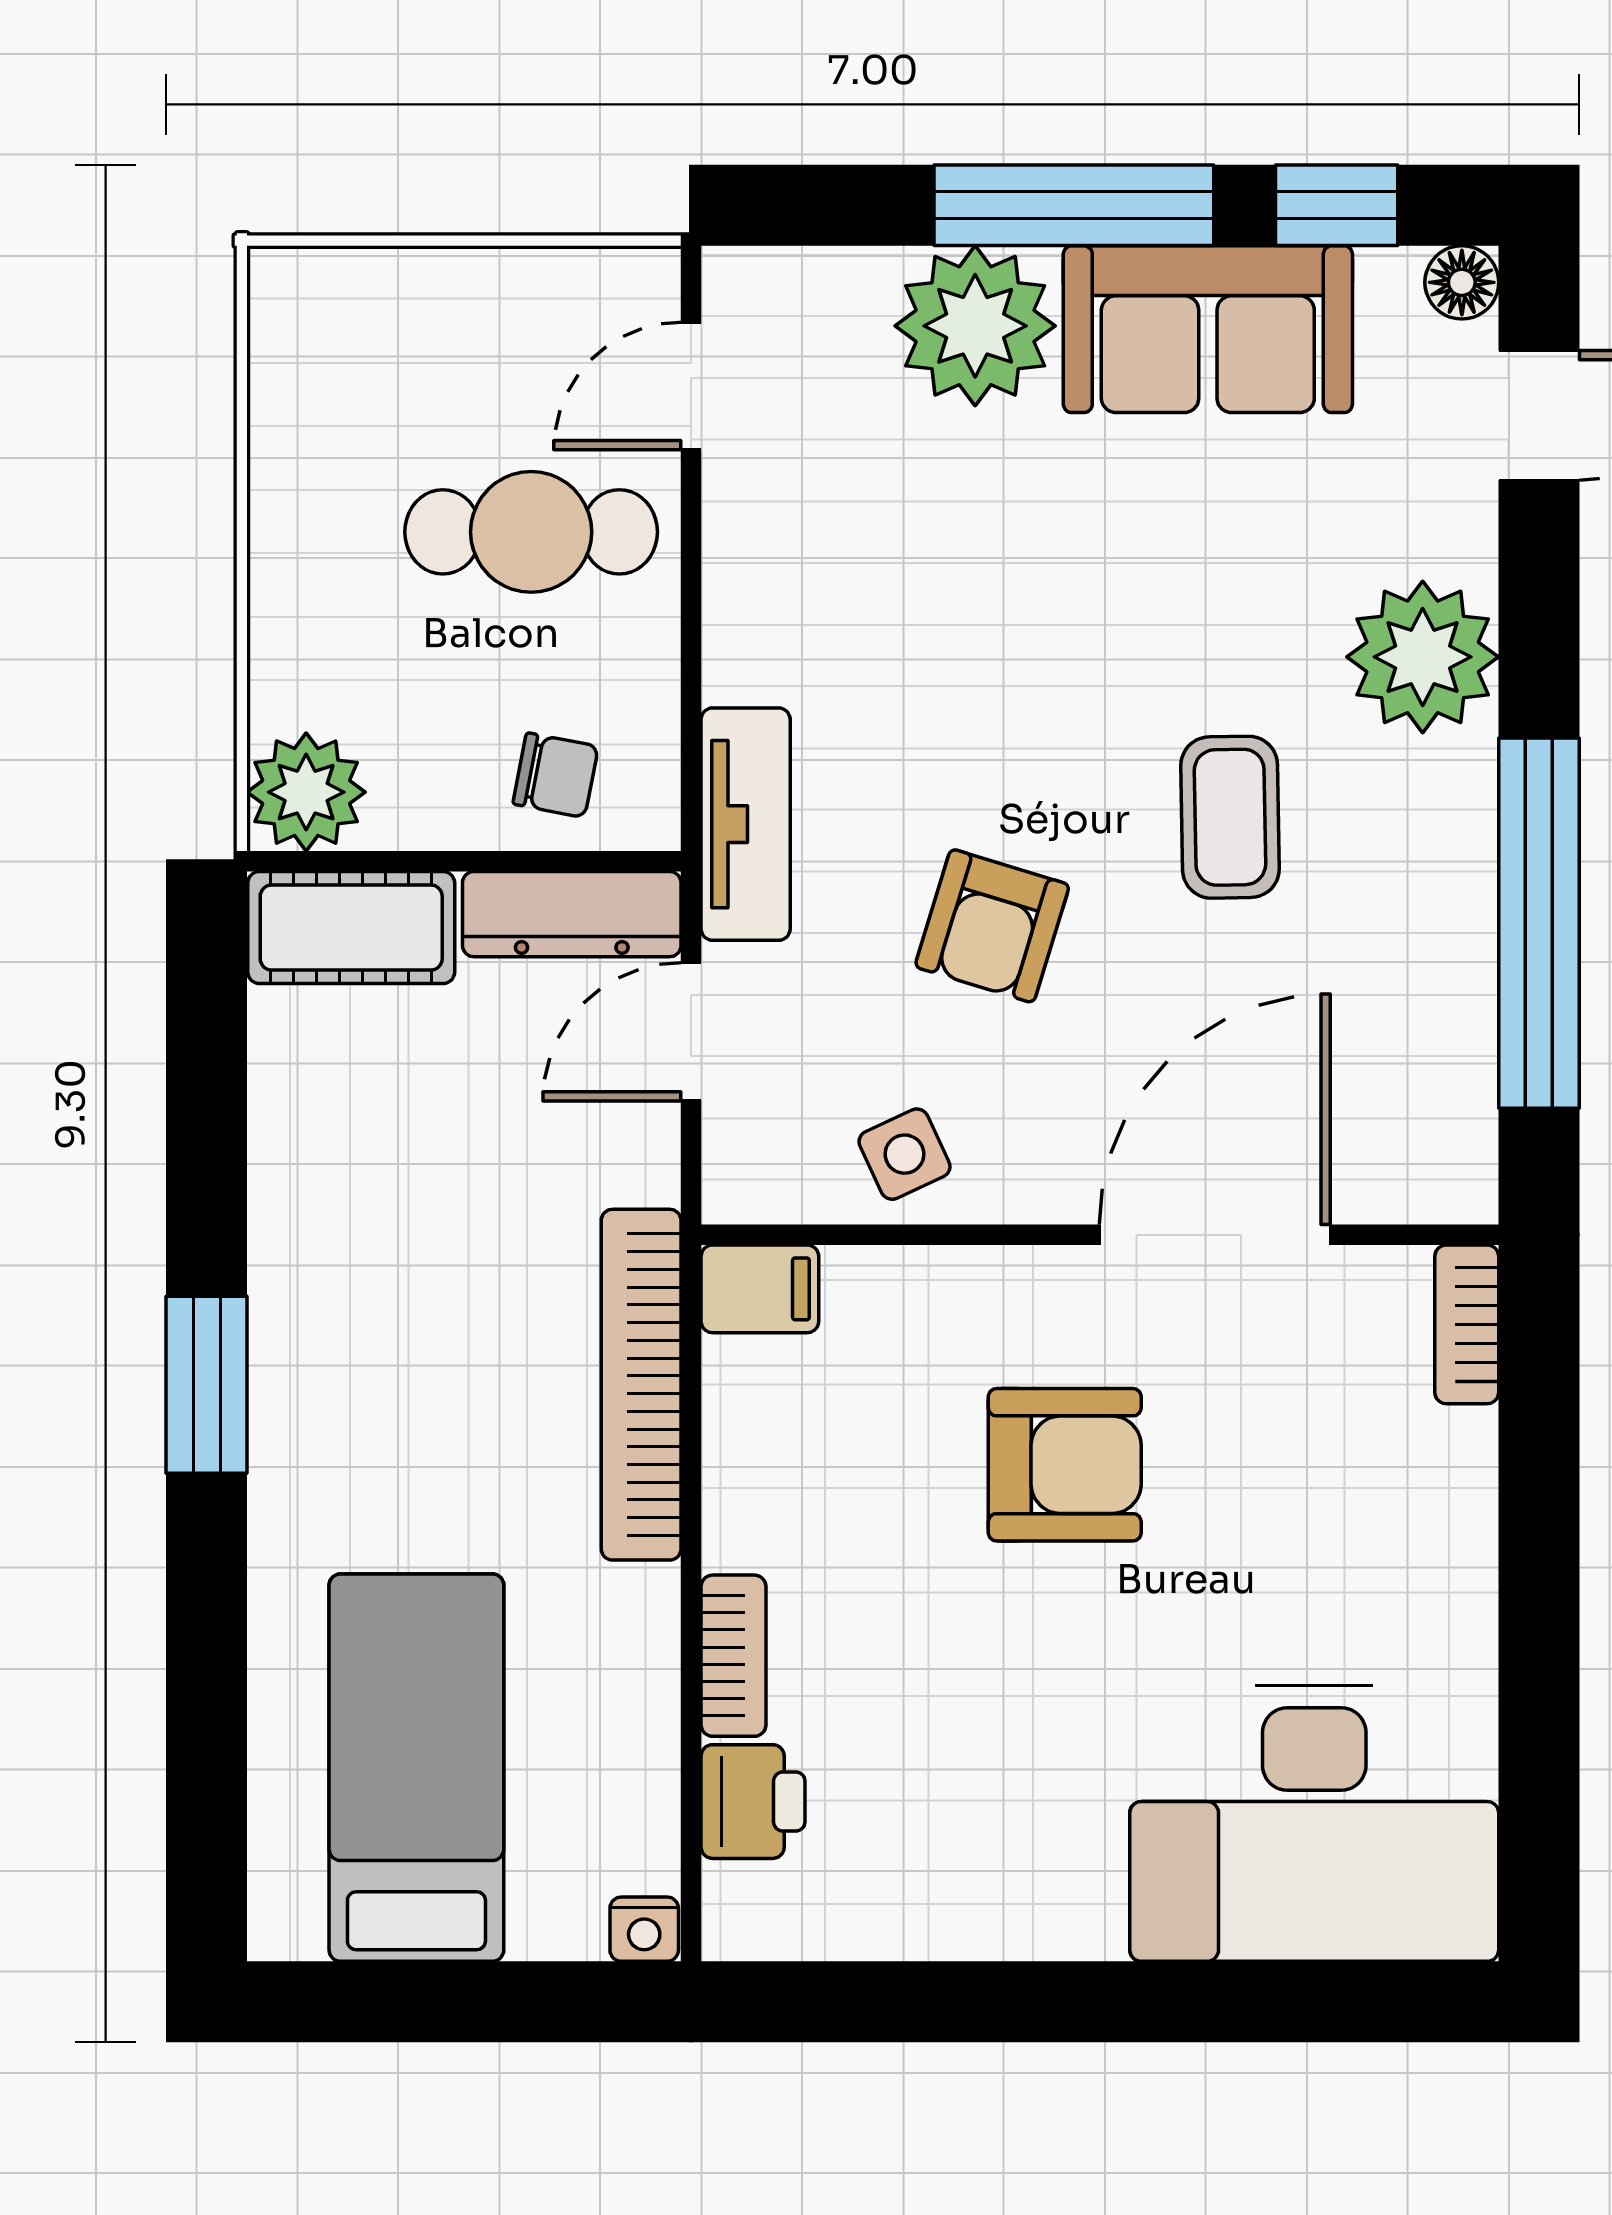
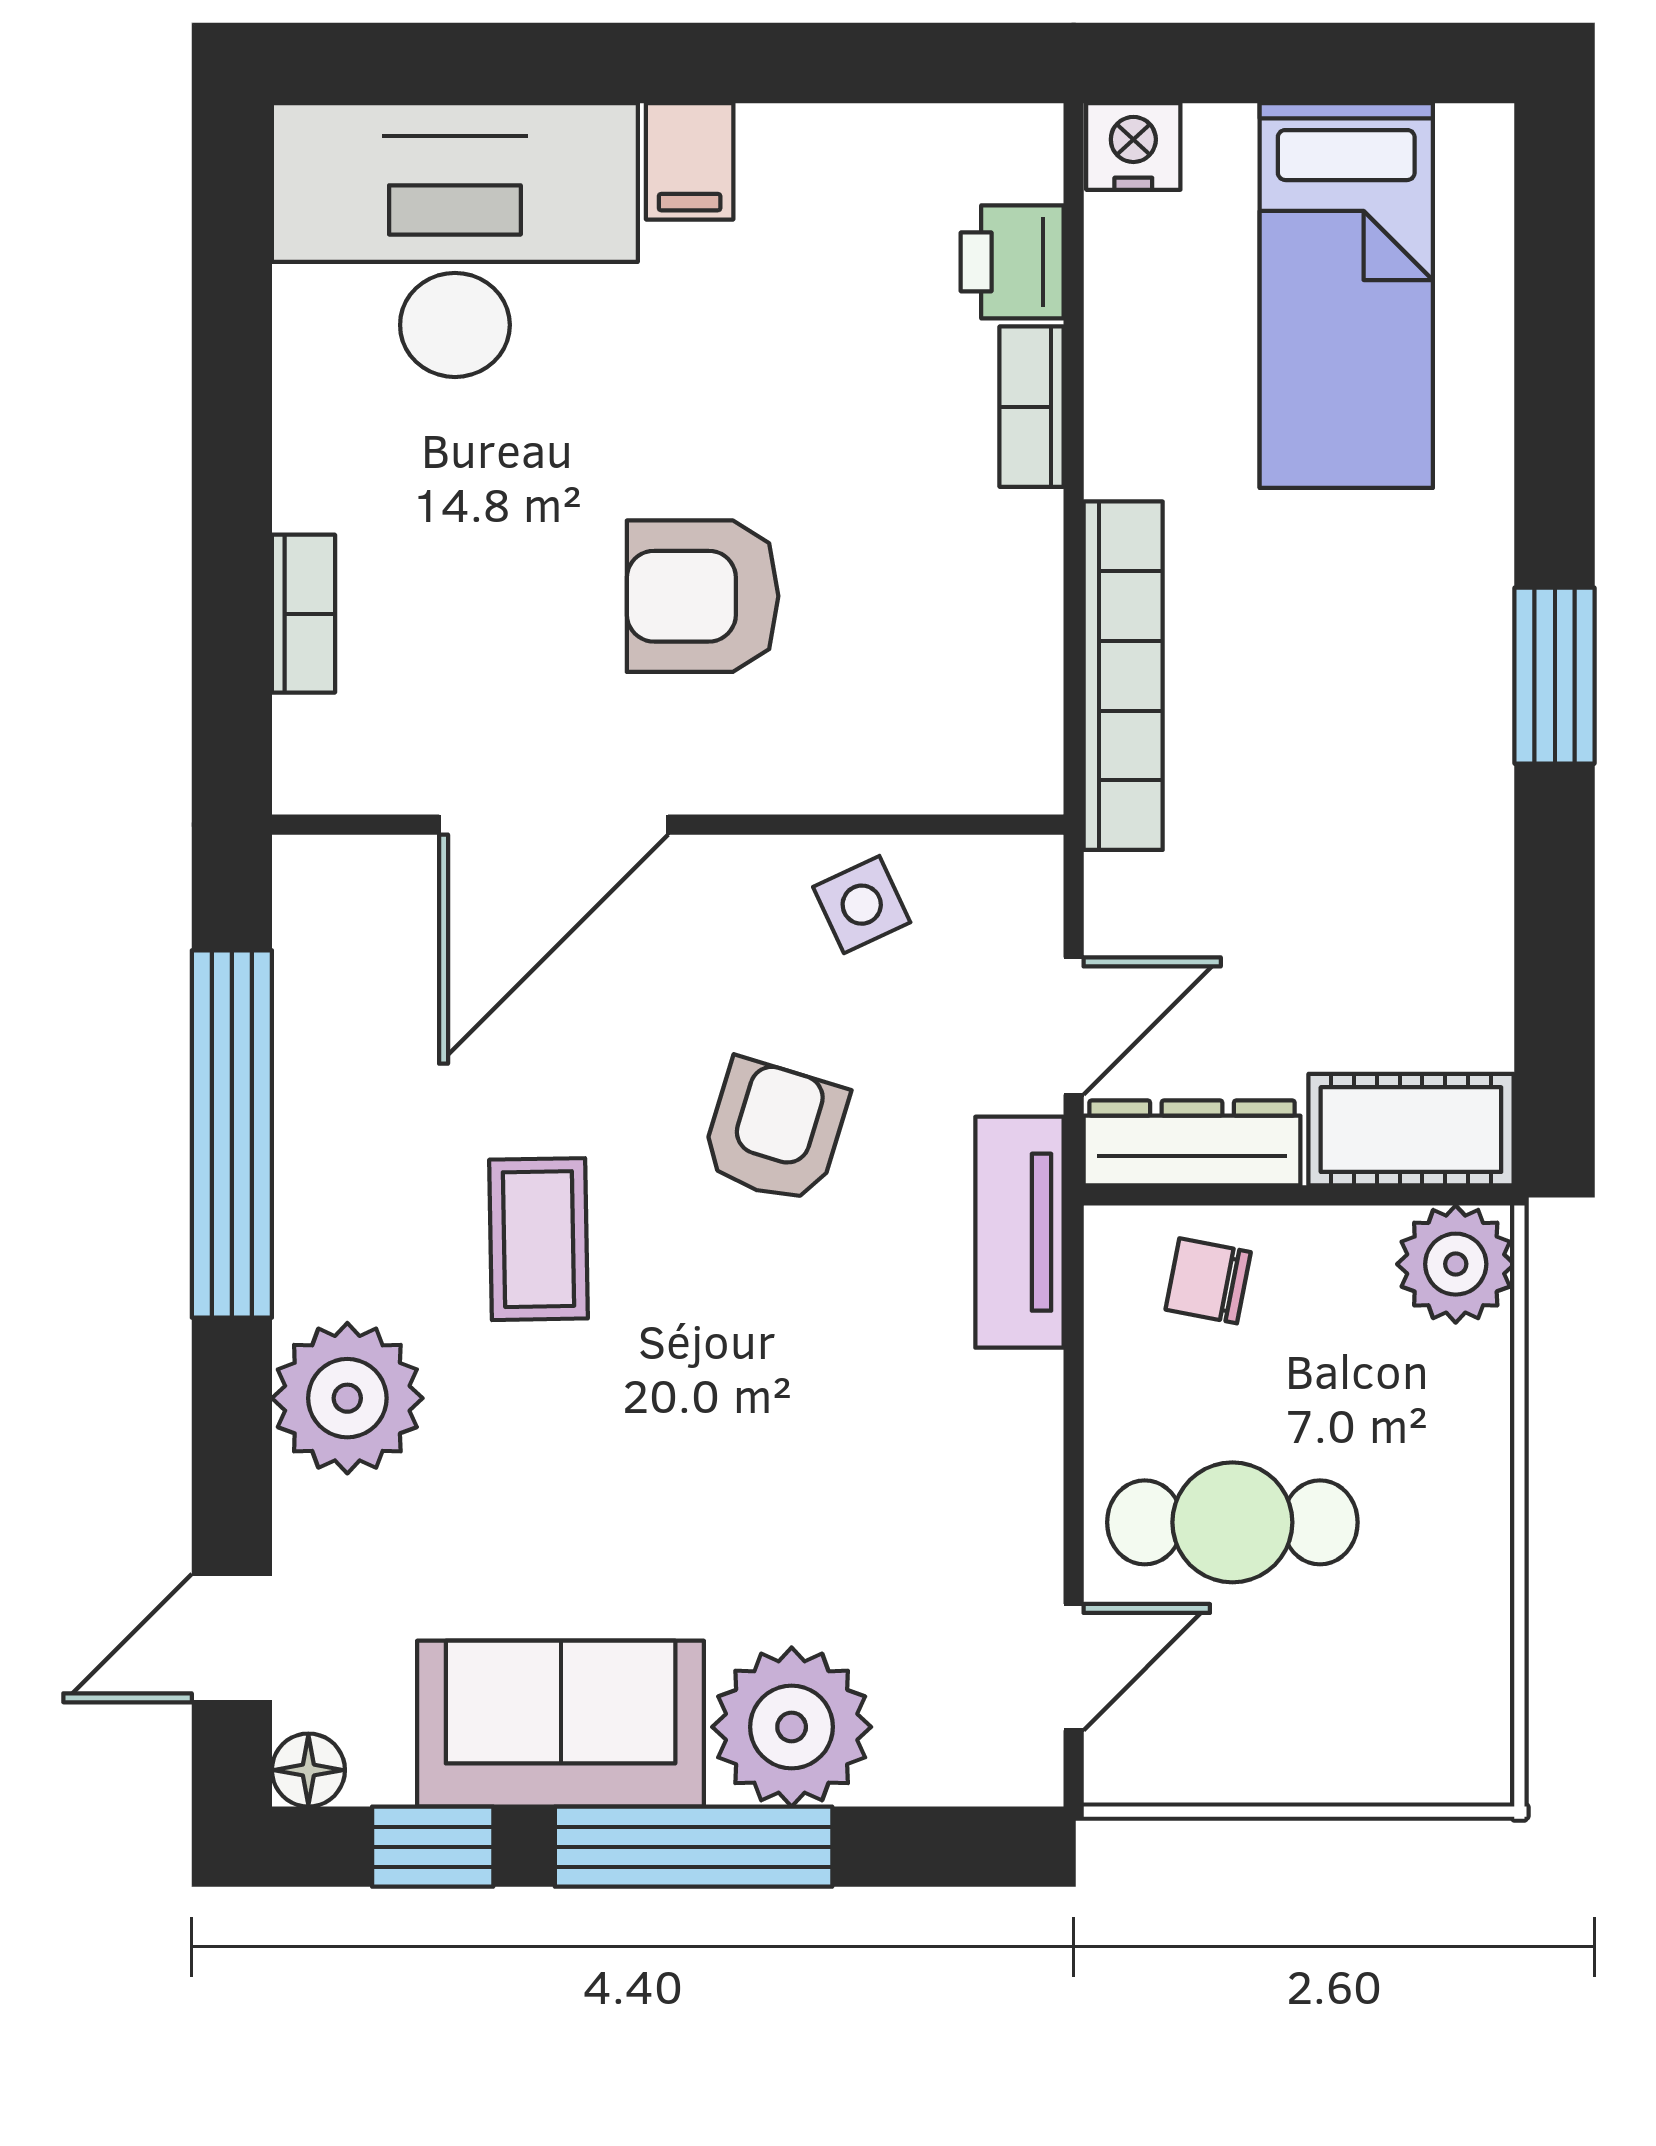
filing cabinet: (760, 1289) -> (690, 161), moved, turned -90
bookcase: (1467, 1324) -> (303, 614), moved
nightstand: (644, 1929) -> (1133, 146), width x1.39, depth x1.35

